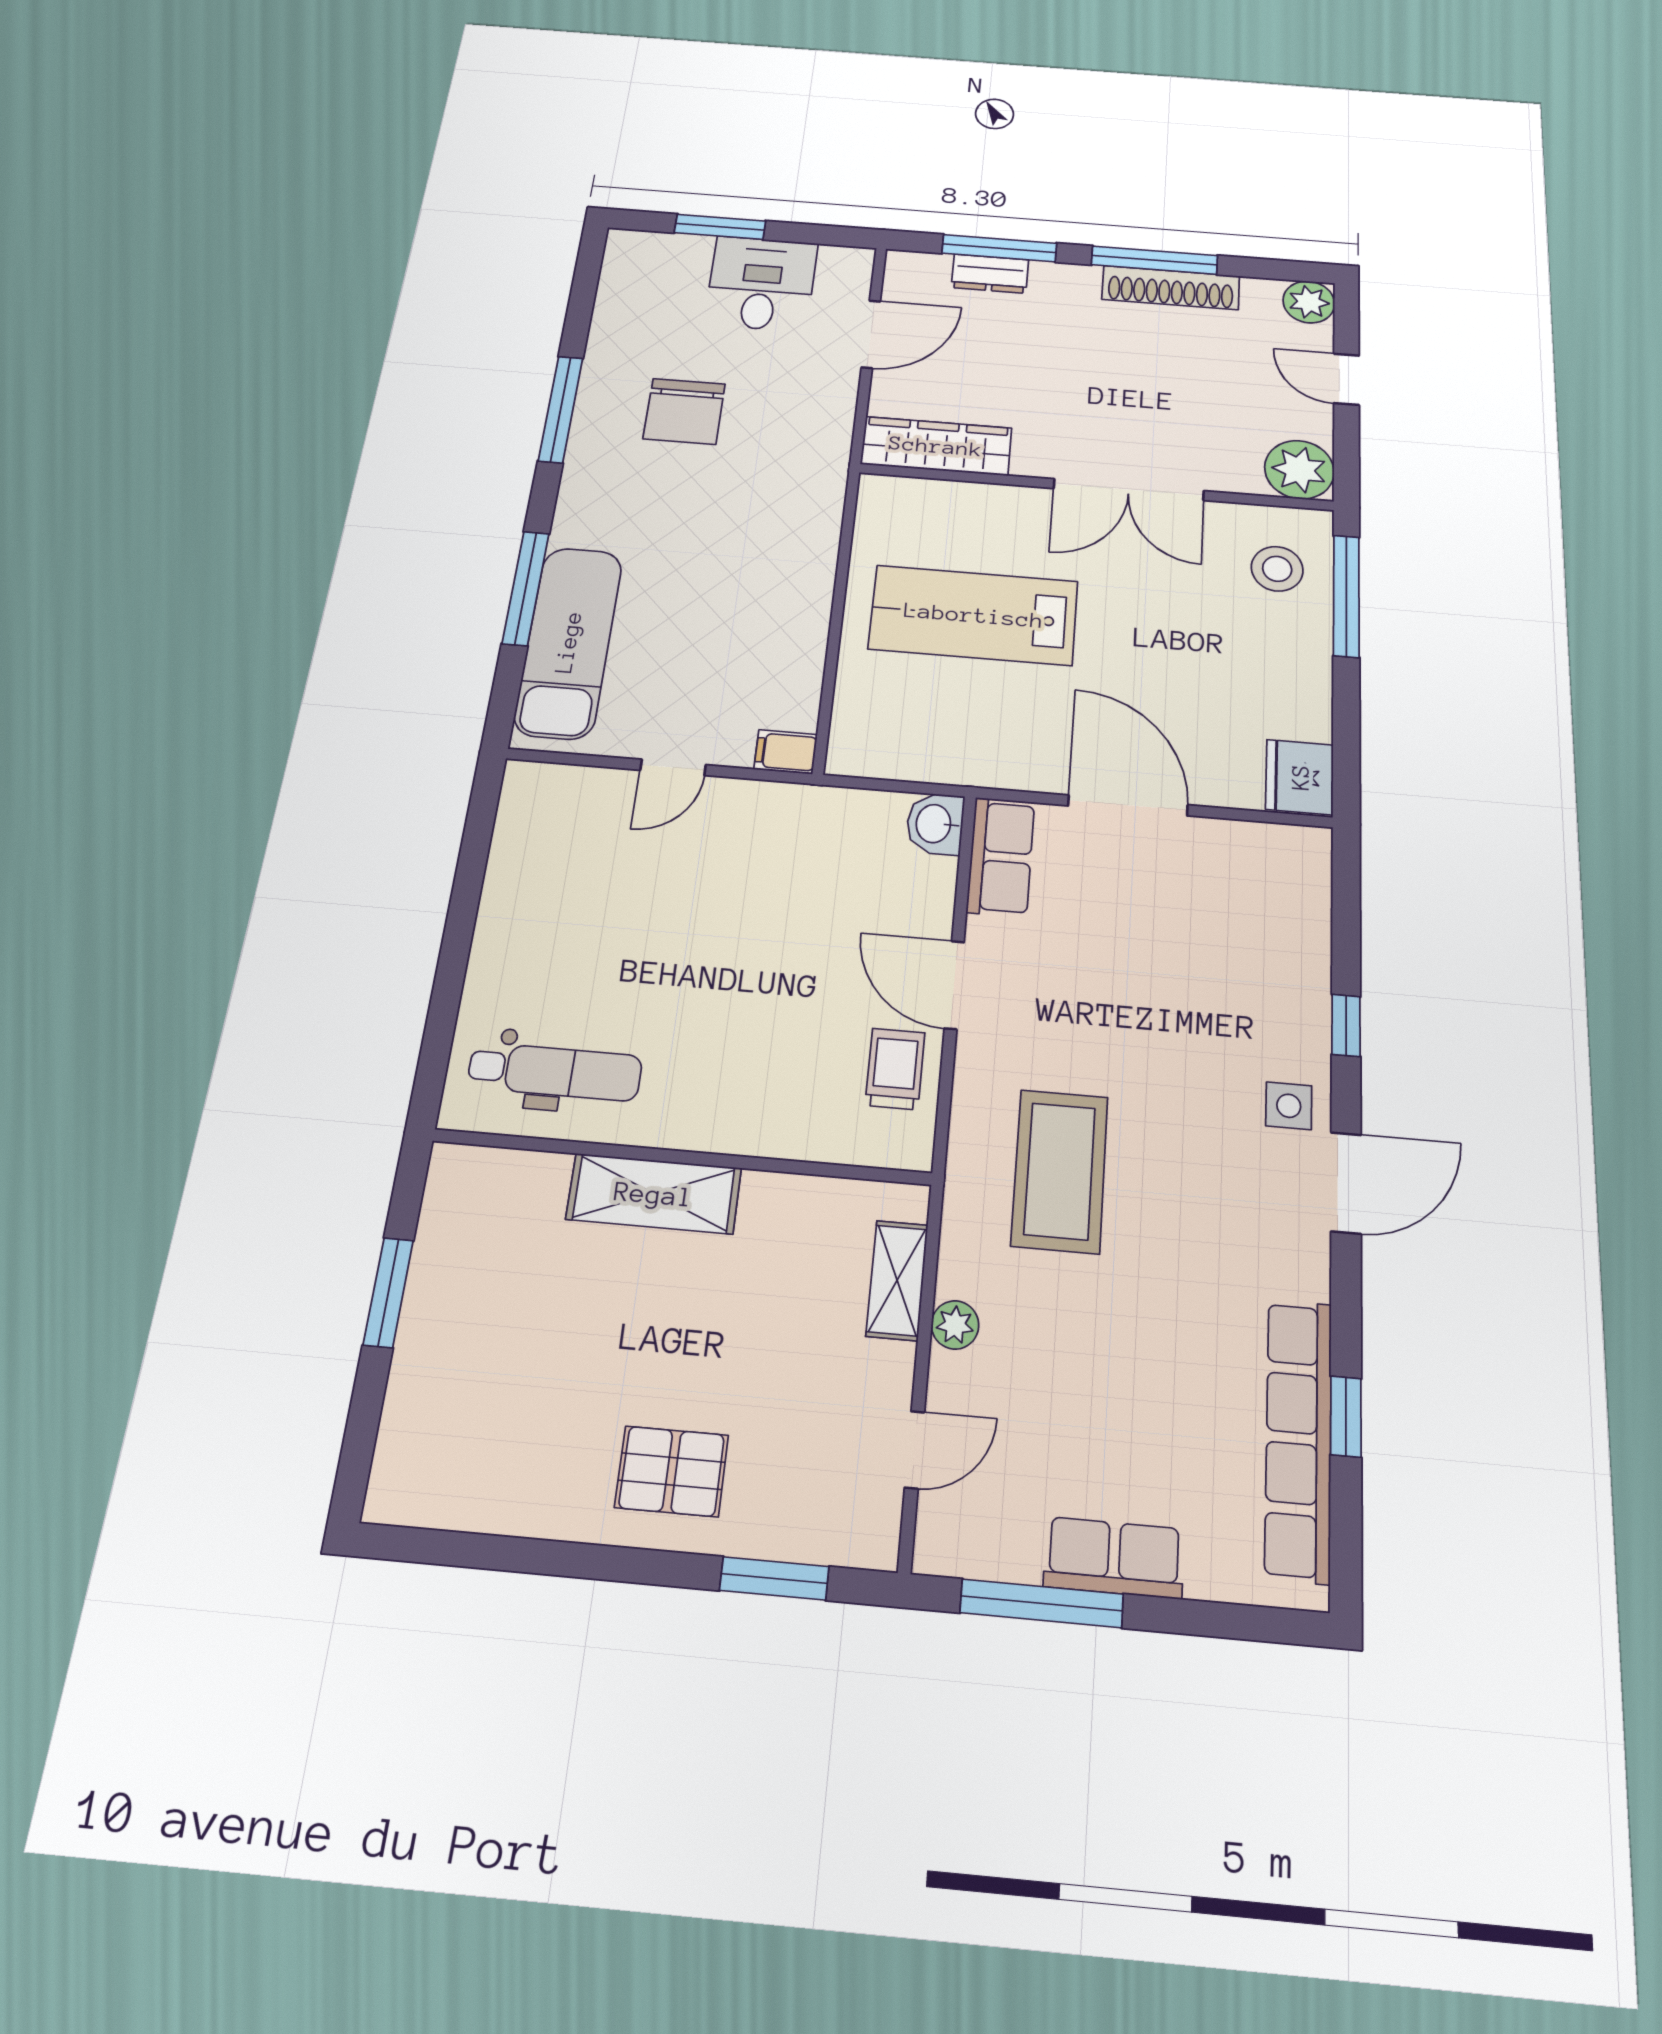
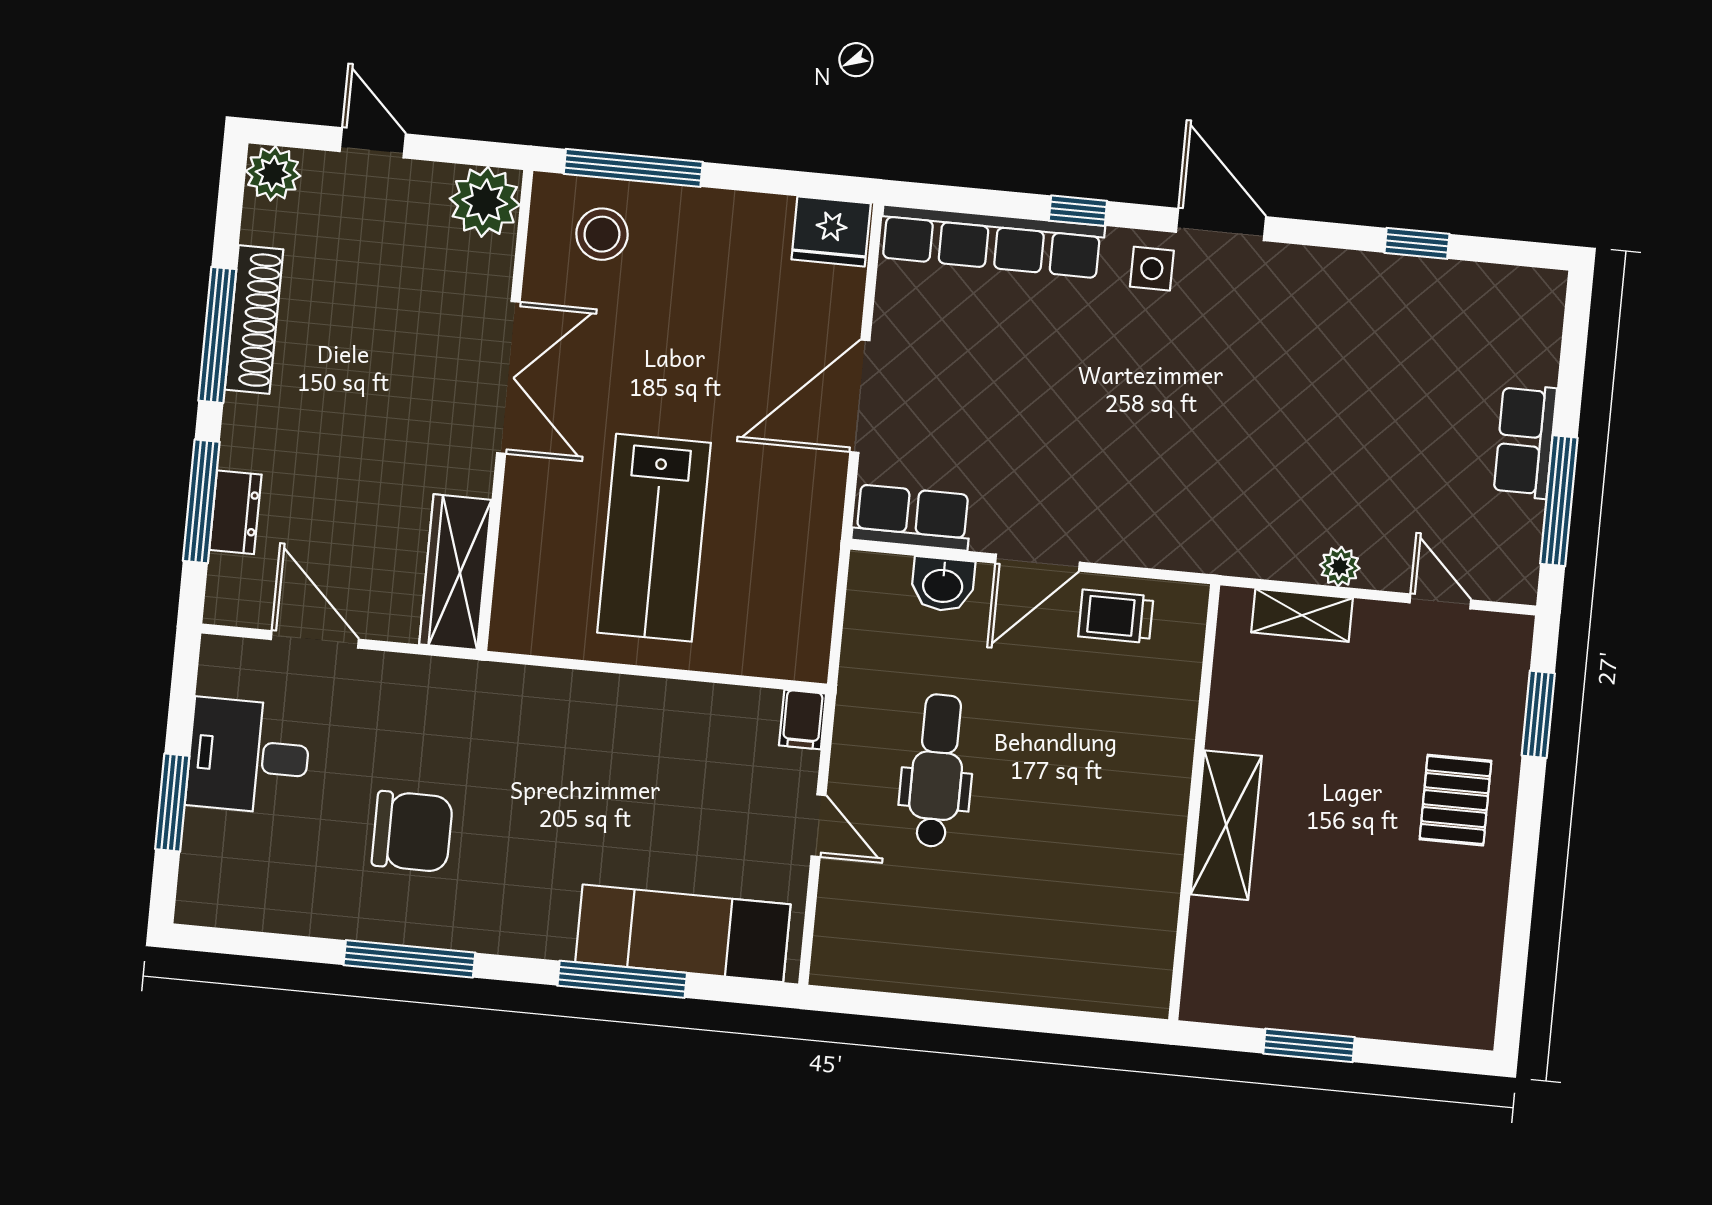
door: (1346, 379) -> (373, 143), swing flipped
washbasin: (935, 824) -> (943, 584), moved
dental chair: (555, 1072) -> (937, 771), moved
coffee table: (1060, 1171) -> (1209, 473), removed
row of seats: (1299, 1438) -> (992, 242), moved

